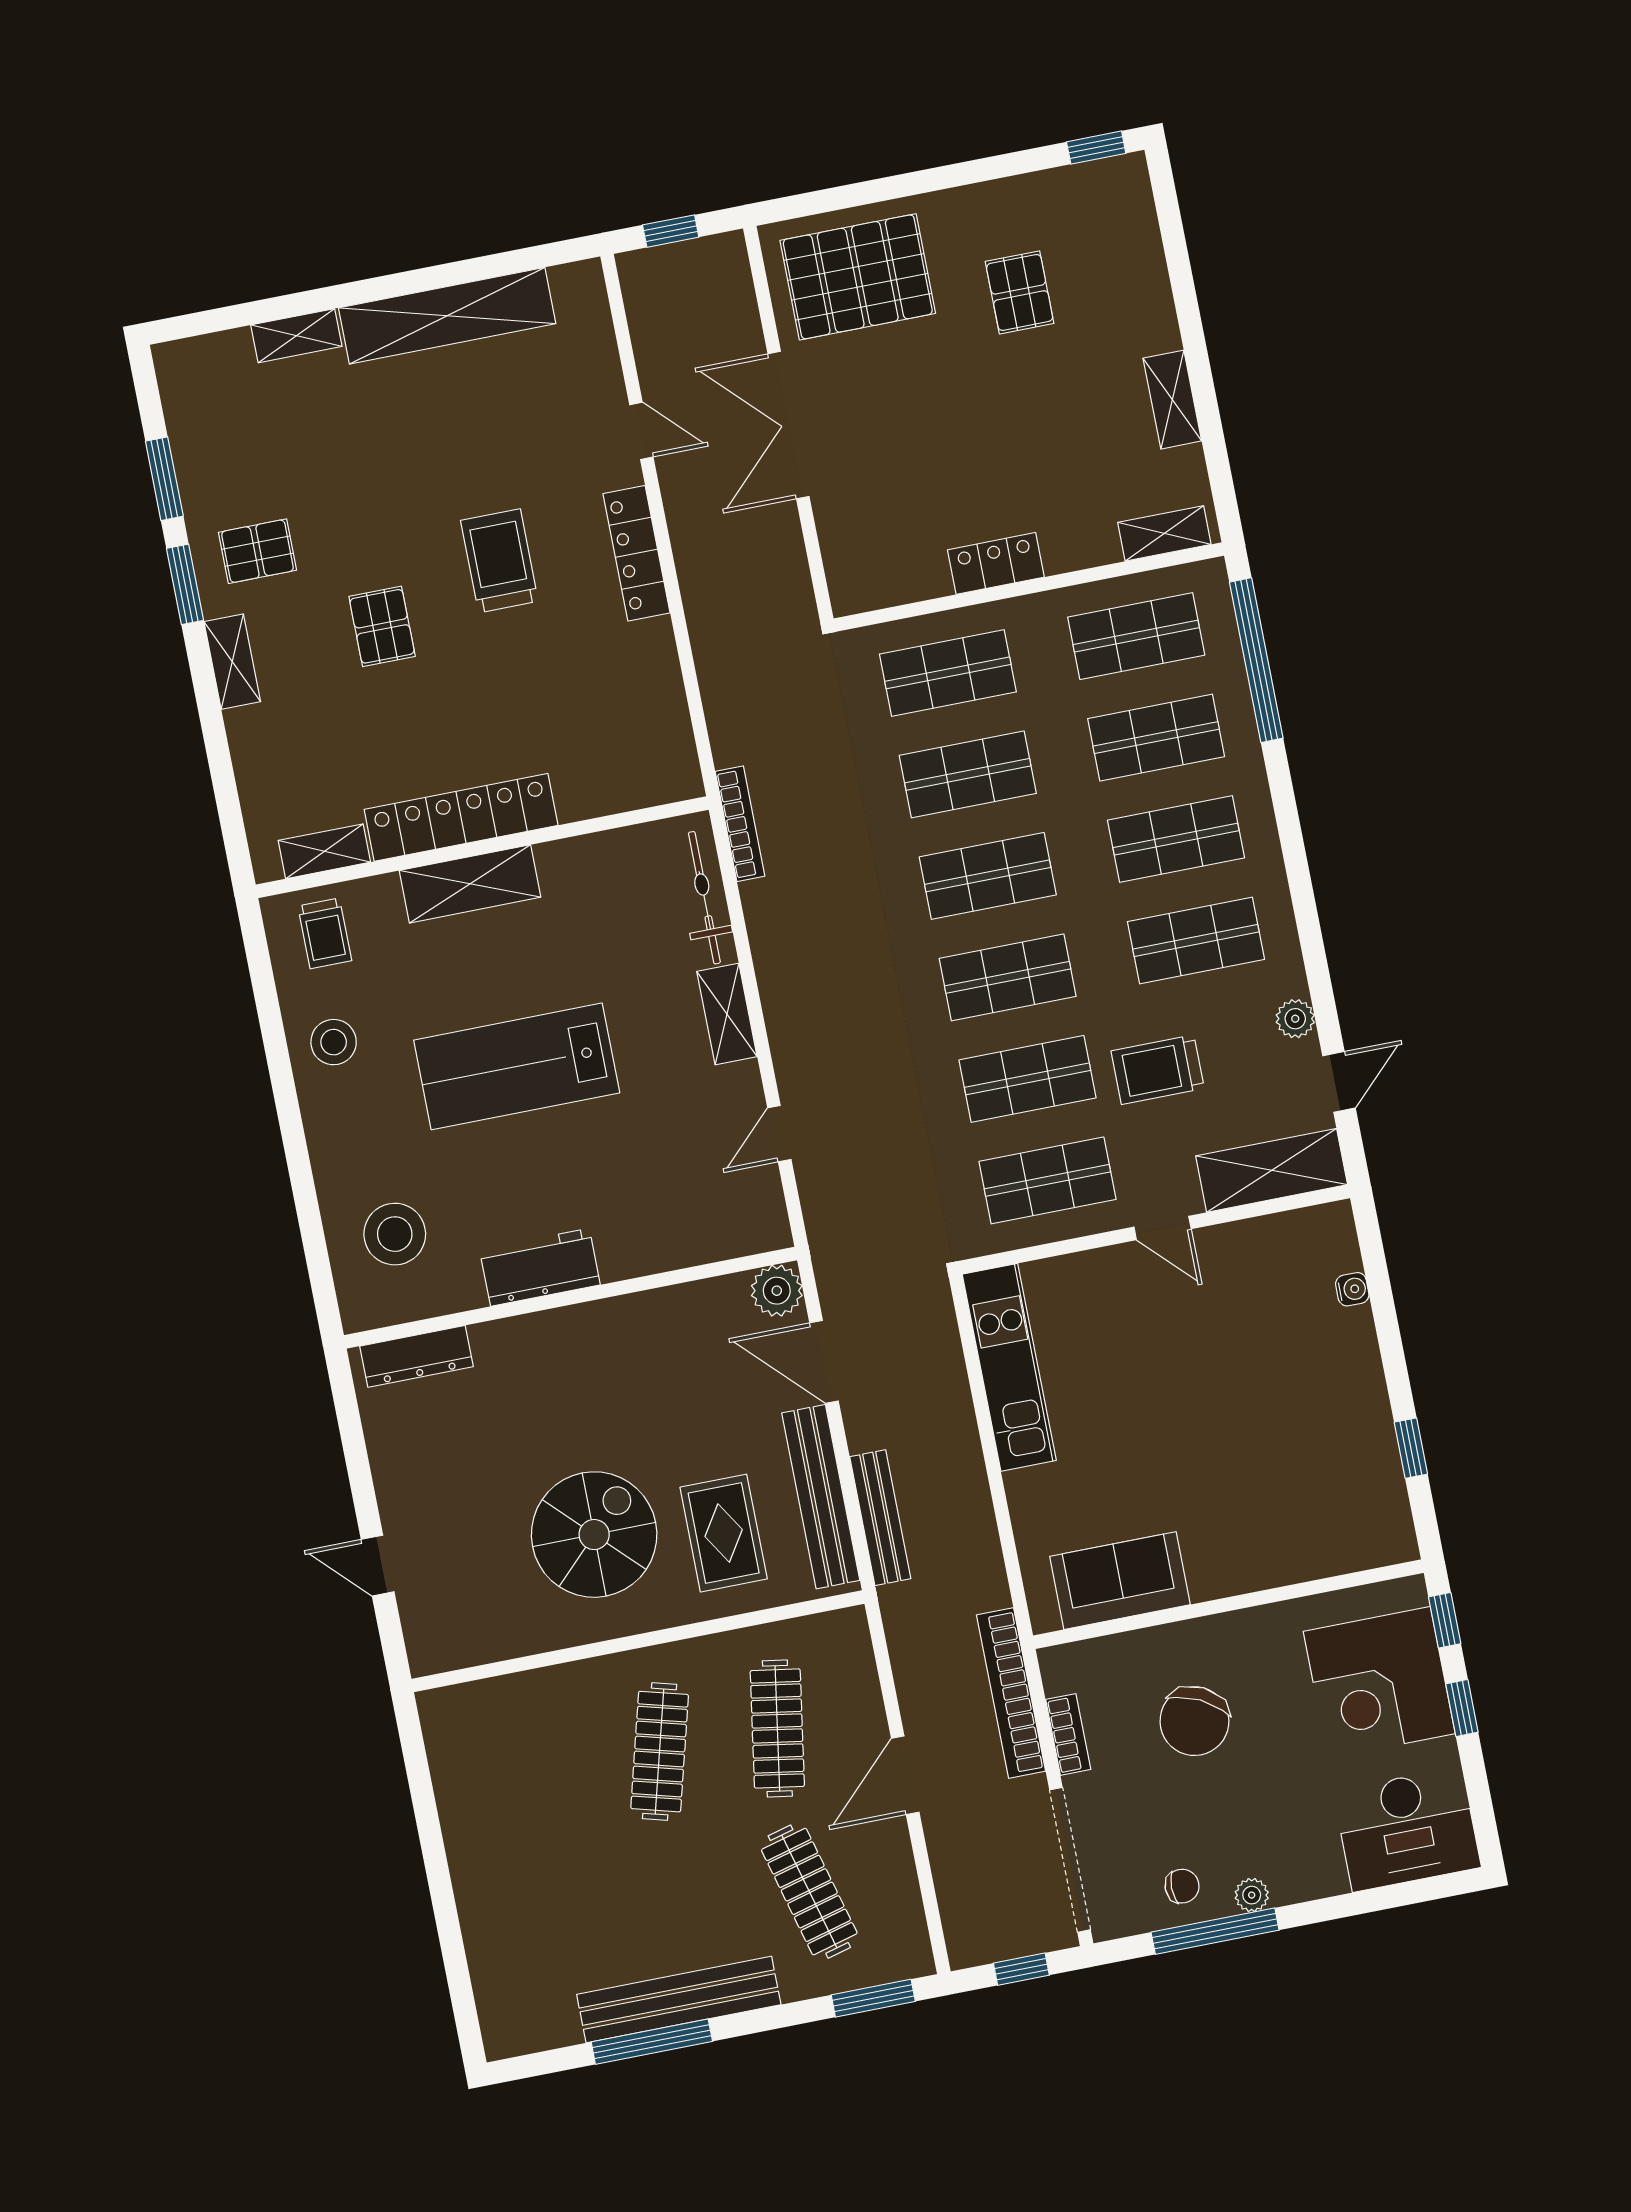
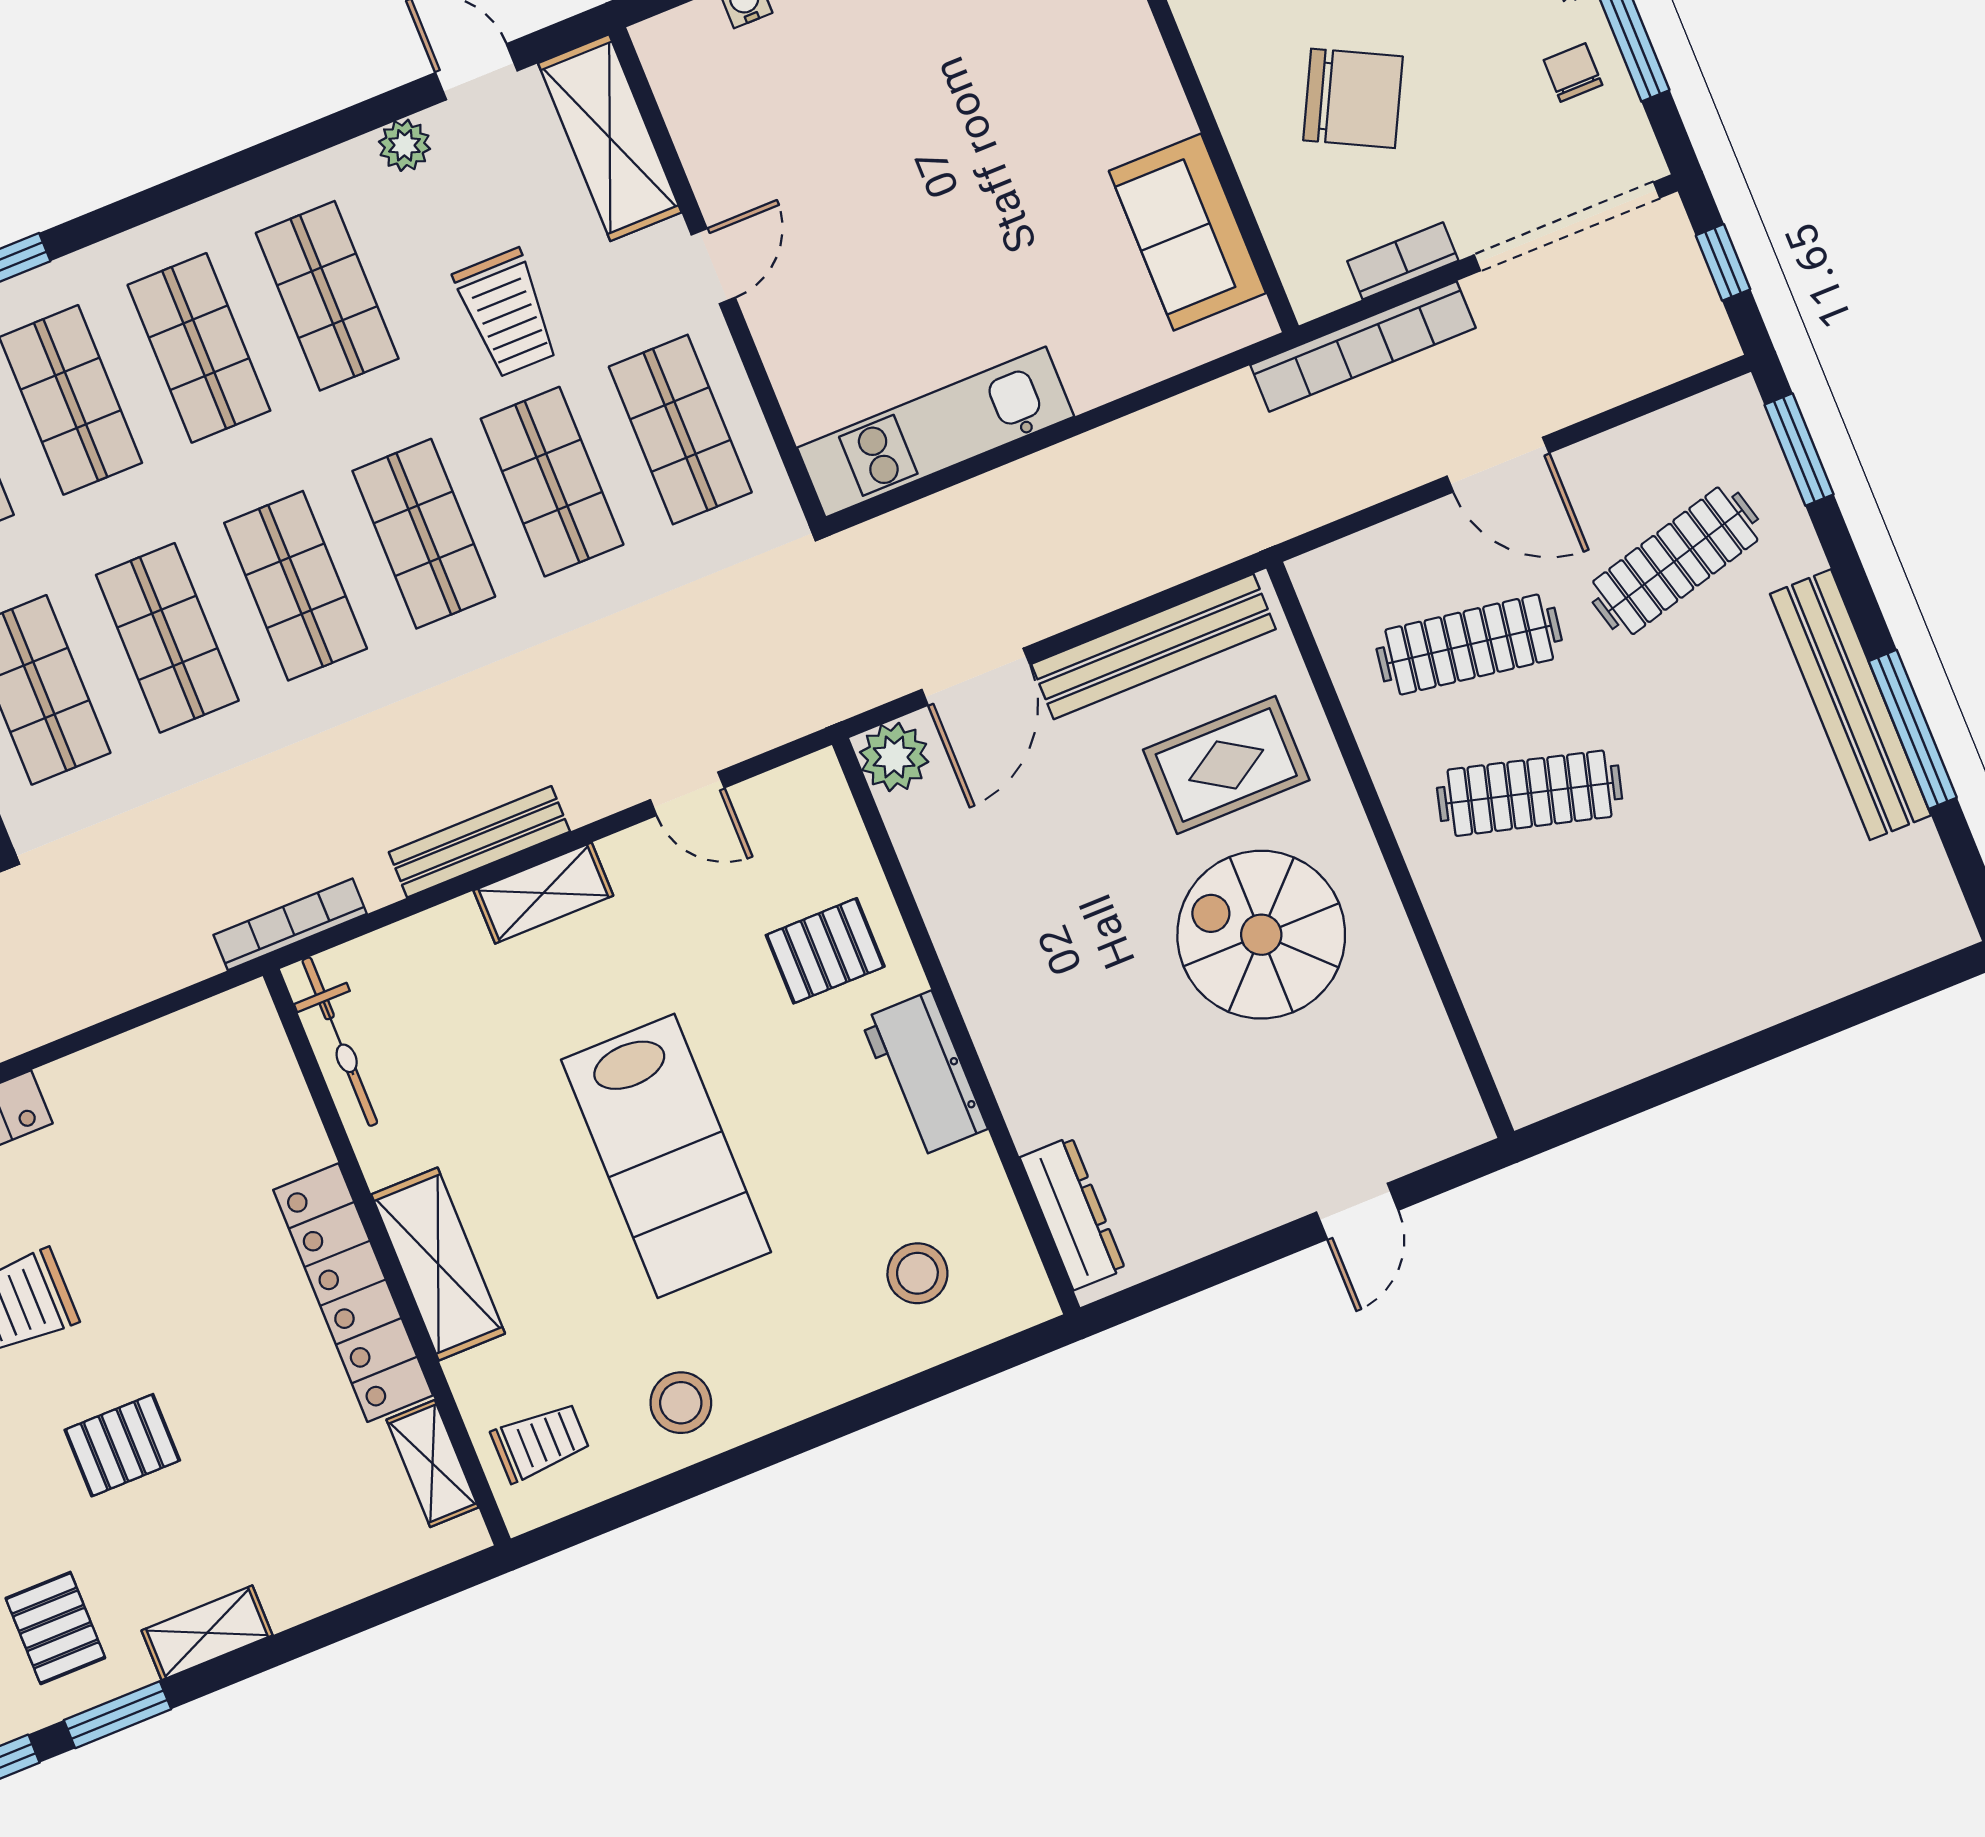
bicycle: (704, 898) -> (340, 1042), moved, turned -90
pallet: (644, 1212) -> (825, 951), added
stool: (395, 1234) -> (917, 1273), width x0.73, depth x0.73
bench: (880, 1518) -> (479, 842), moved

